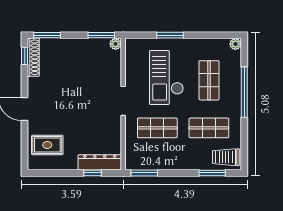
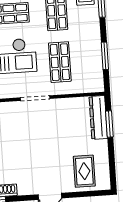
window: (93, 173) -> (109, 124), width x1.50
window: (144, 173) -> (105, 56), moved

